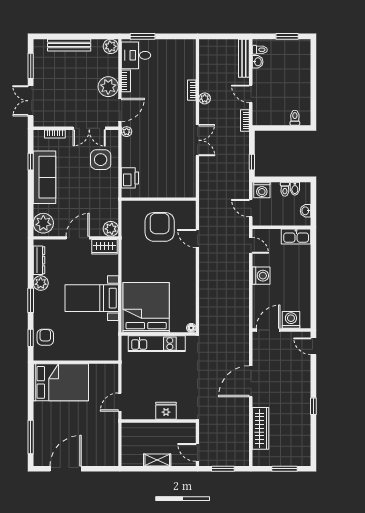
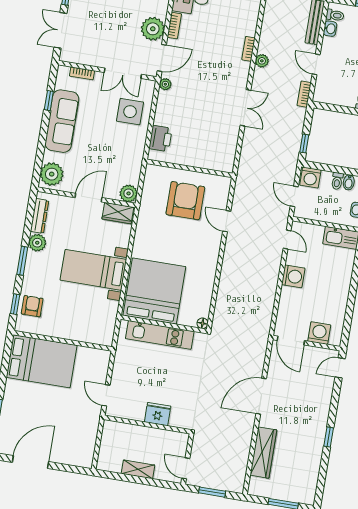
door: (268, 330) -> (291, 341), swing flipped
door: (313, 346) -> (340, 368), hinge flipped
door: (120, 402) -> (106, 395), hinge flipped

